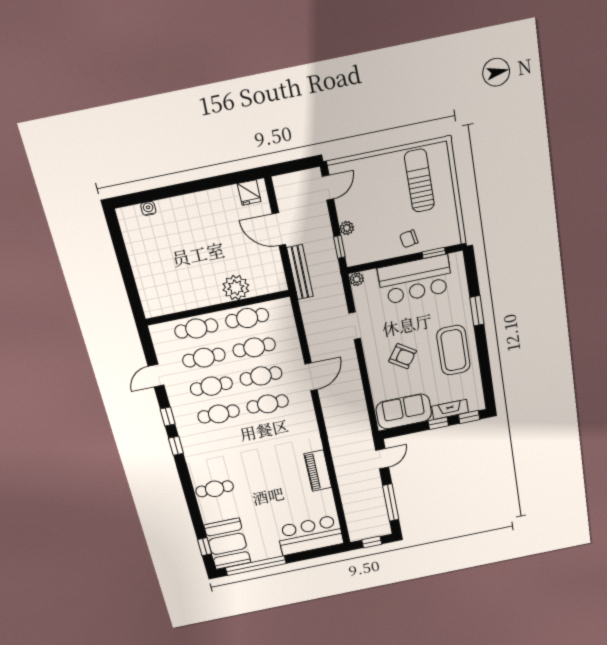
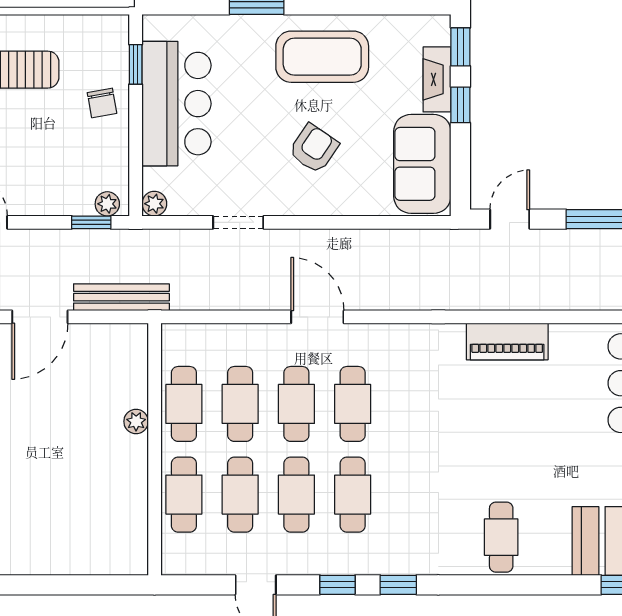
plant: (347, 228) -> (107, 204), moved
plant: (236, 288) -> (136, 421), width x0.53, depth x0.53
door: (382, 459) -> (510, 219), hinge flipped

